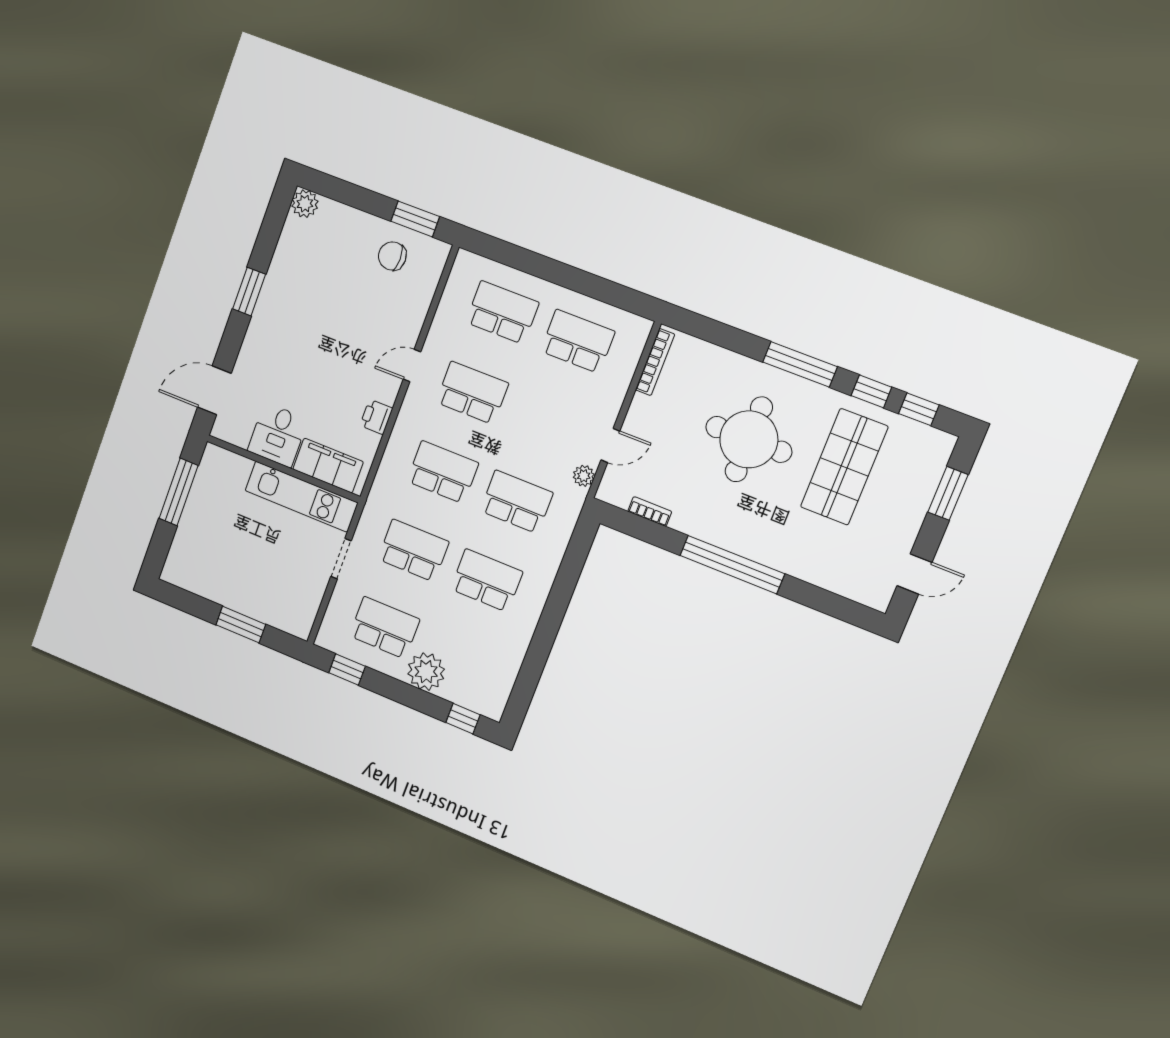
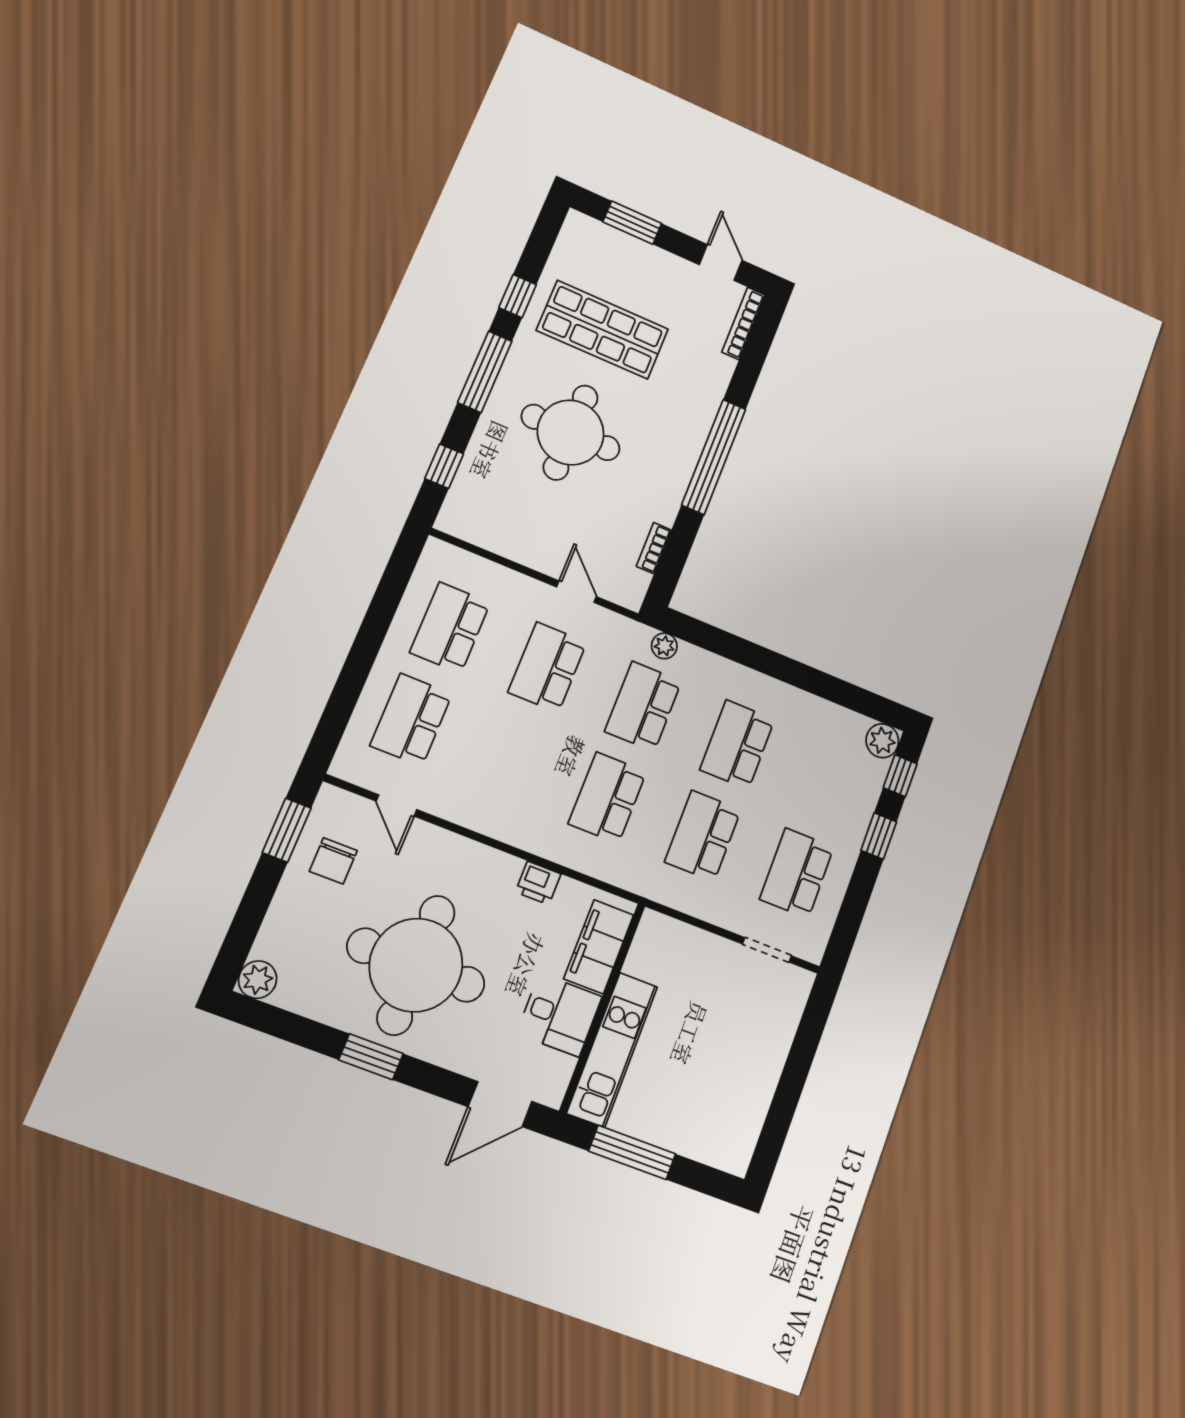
round table: (315, 323) -> (416, 965), added
bookcase: (655, 362) -> (743, 323), moved, turned -90
door: (412, 366) -> (397, 805), moved
door: (214, 390) -> (500, 1104), hinge flipped
school desk: (472, 393) -> (548, 667), moved
window: (919, 409) -> (444, 466), moved
plant: (584, 476) -> (664, 646), moved
kitchen unit: (301, 497) -> (612, 1050), moved
doorway: (341, 559) -> (767, 950), moved
window: (241, 625) -> (799, 1063), removed
window: (347, 670) -> (879, 836), moved
plant: (426, 672) -> (882, 741), moved, width x0.73, depth x0.73

